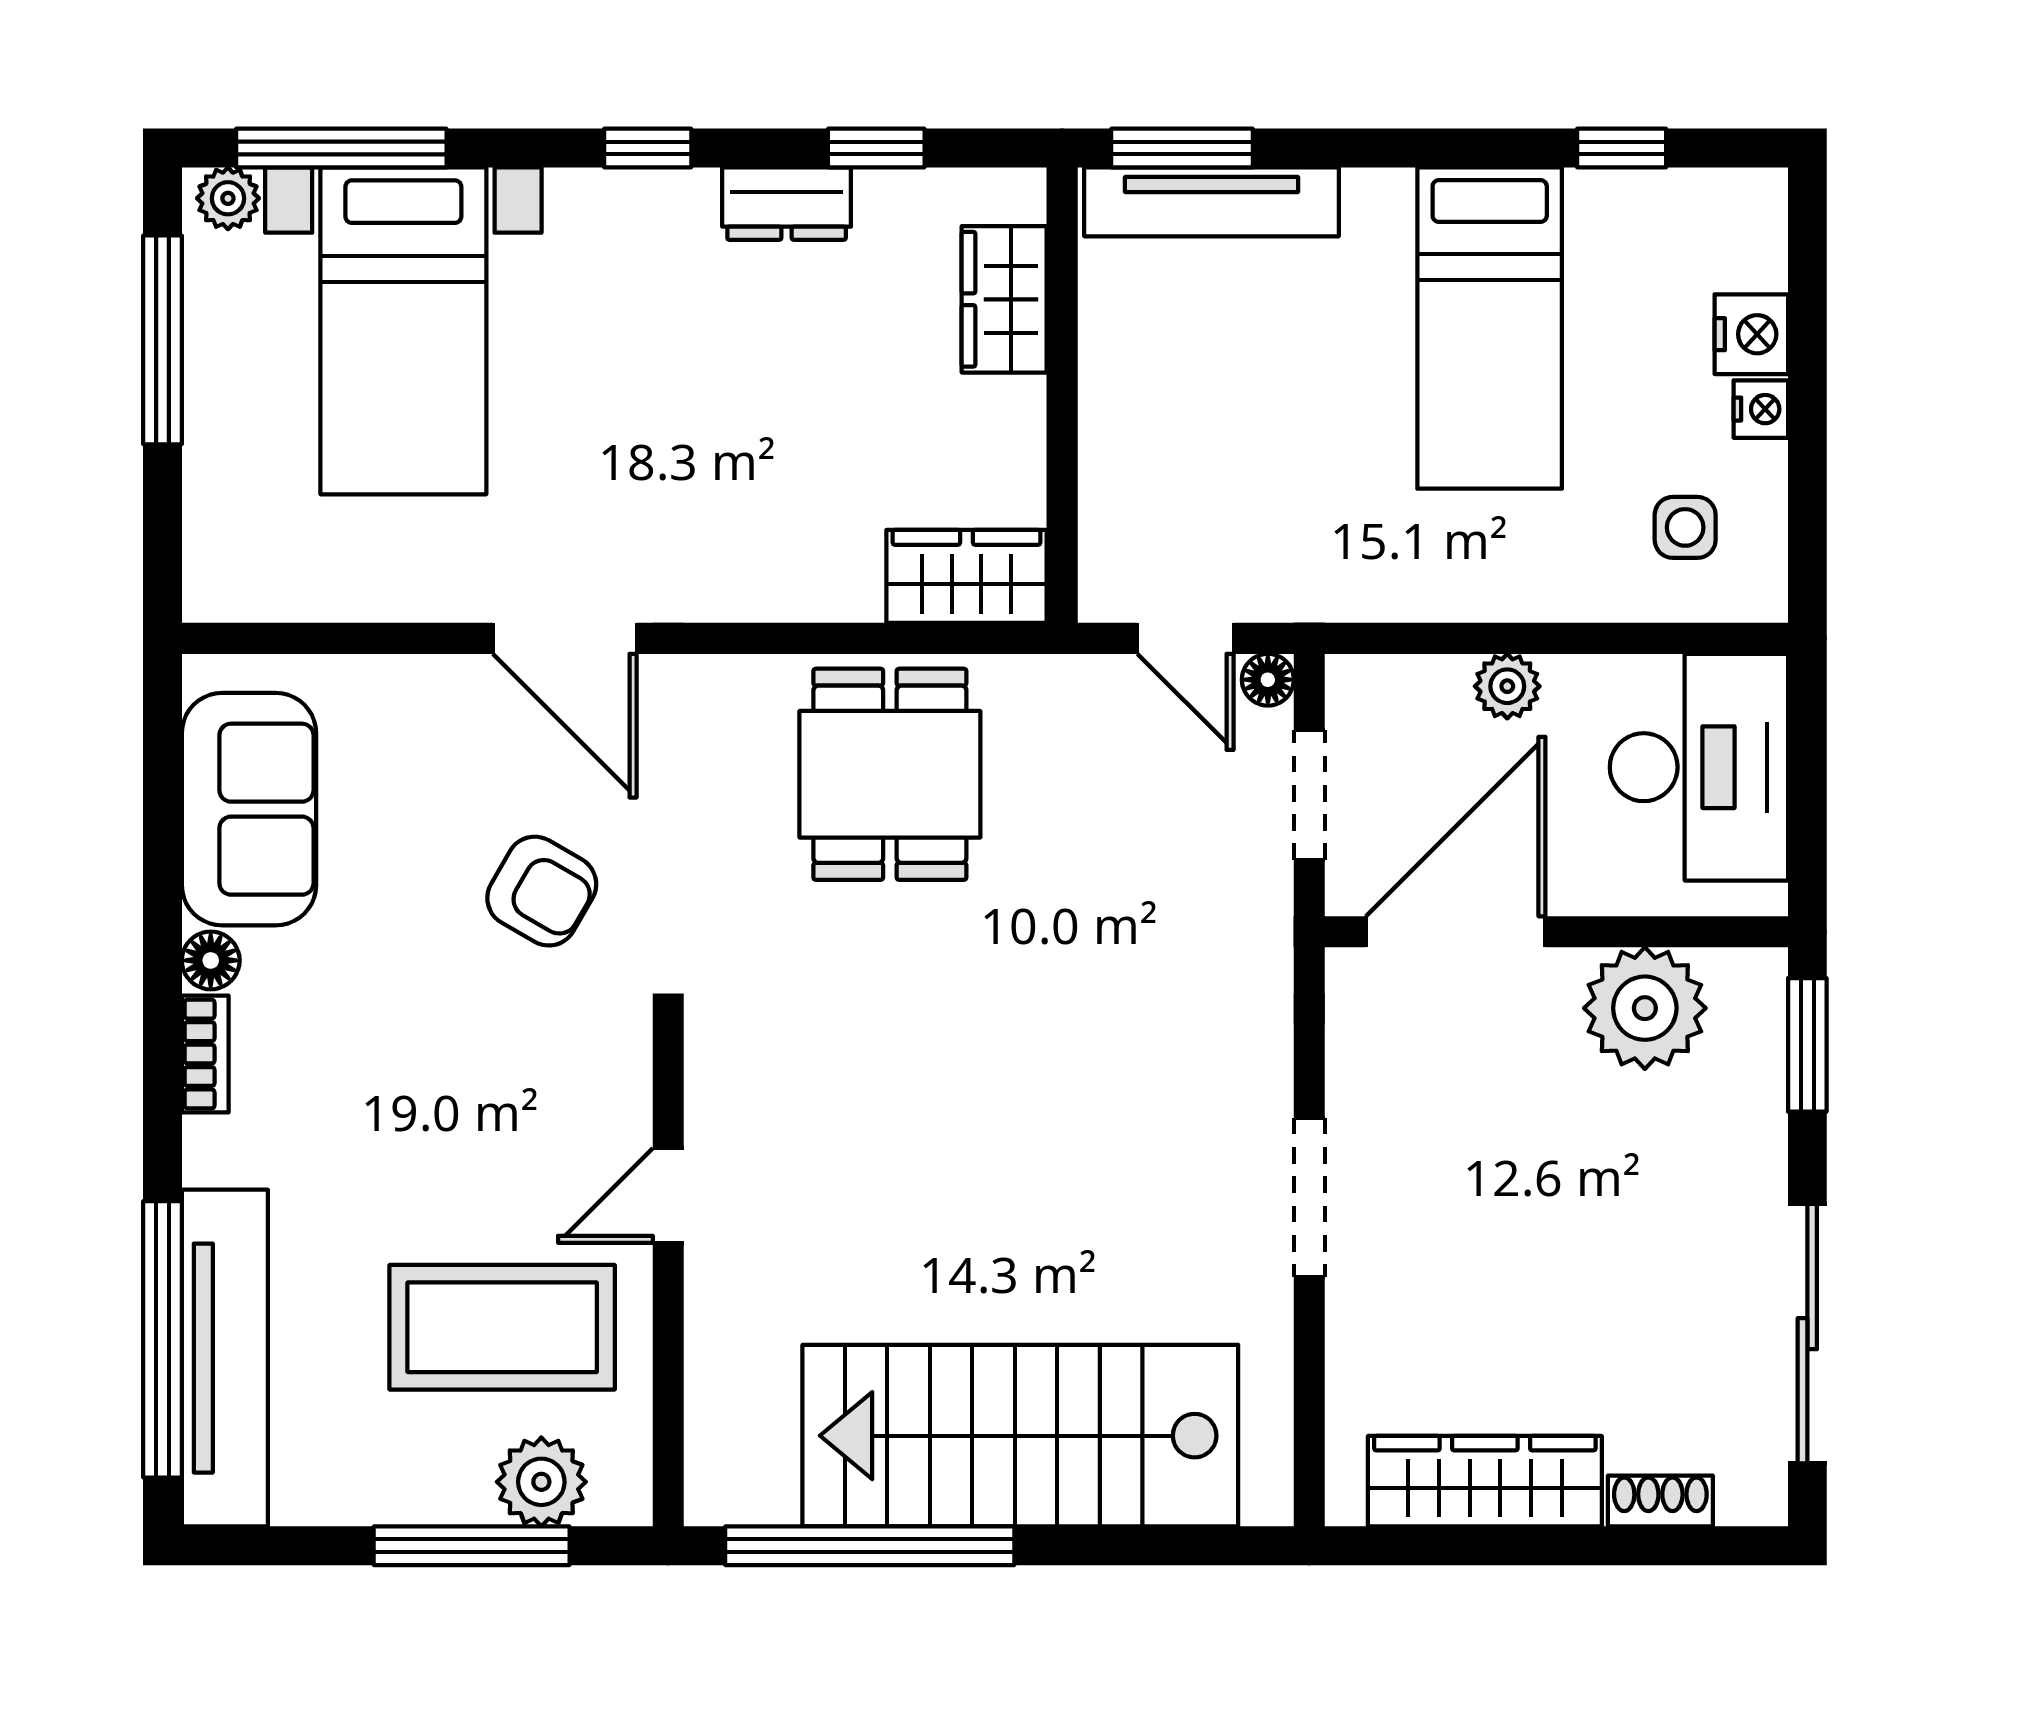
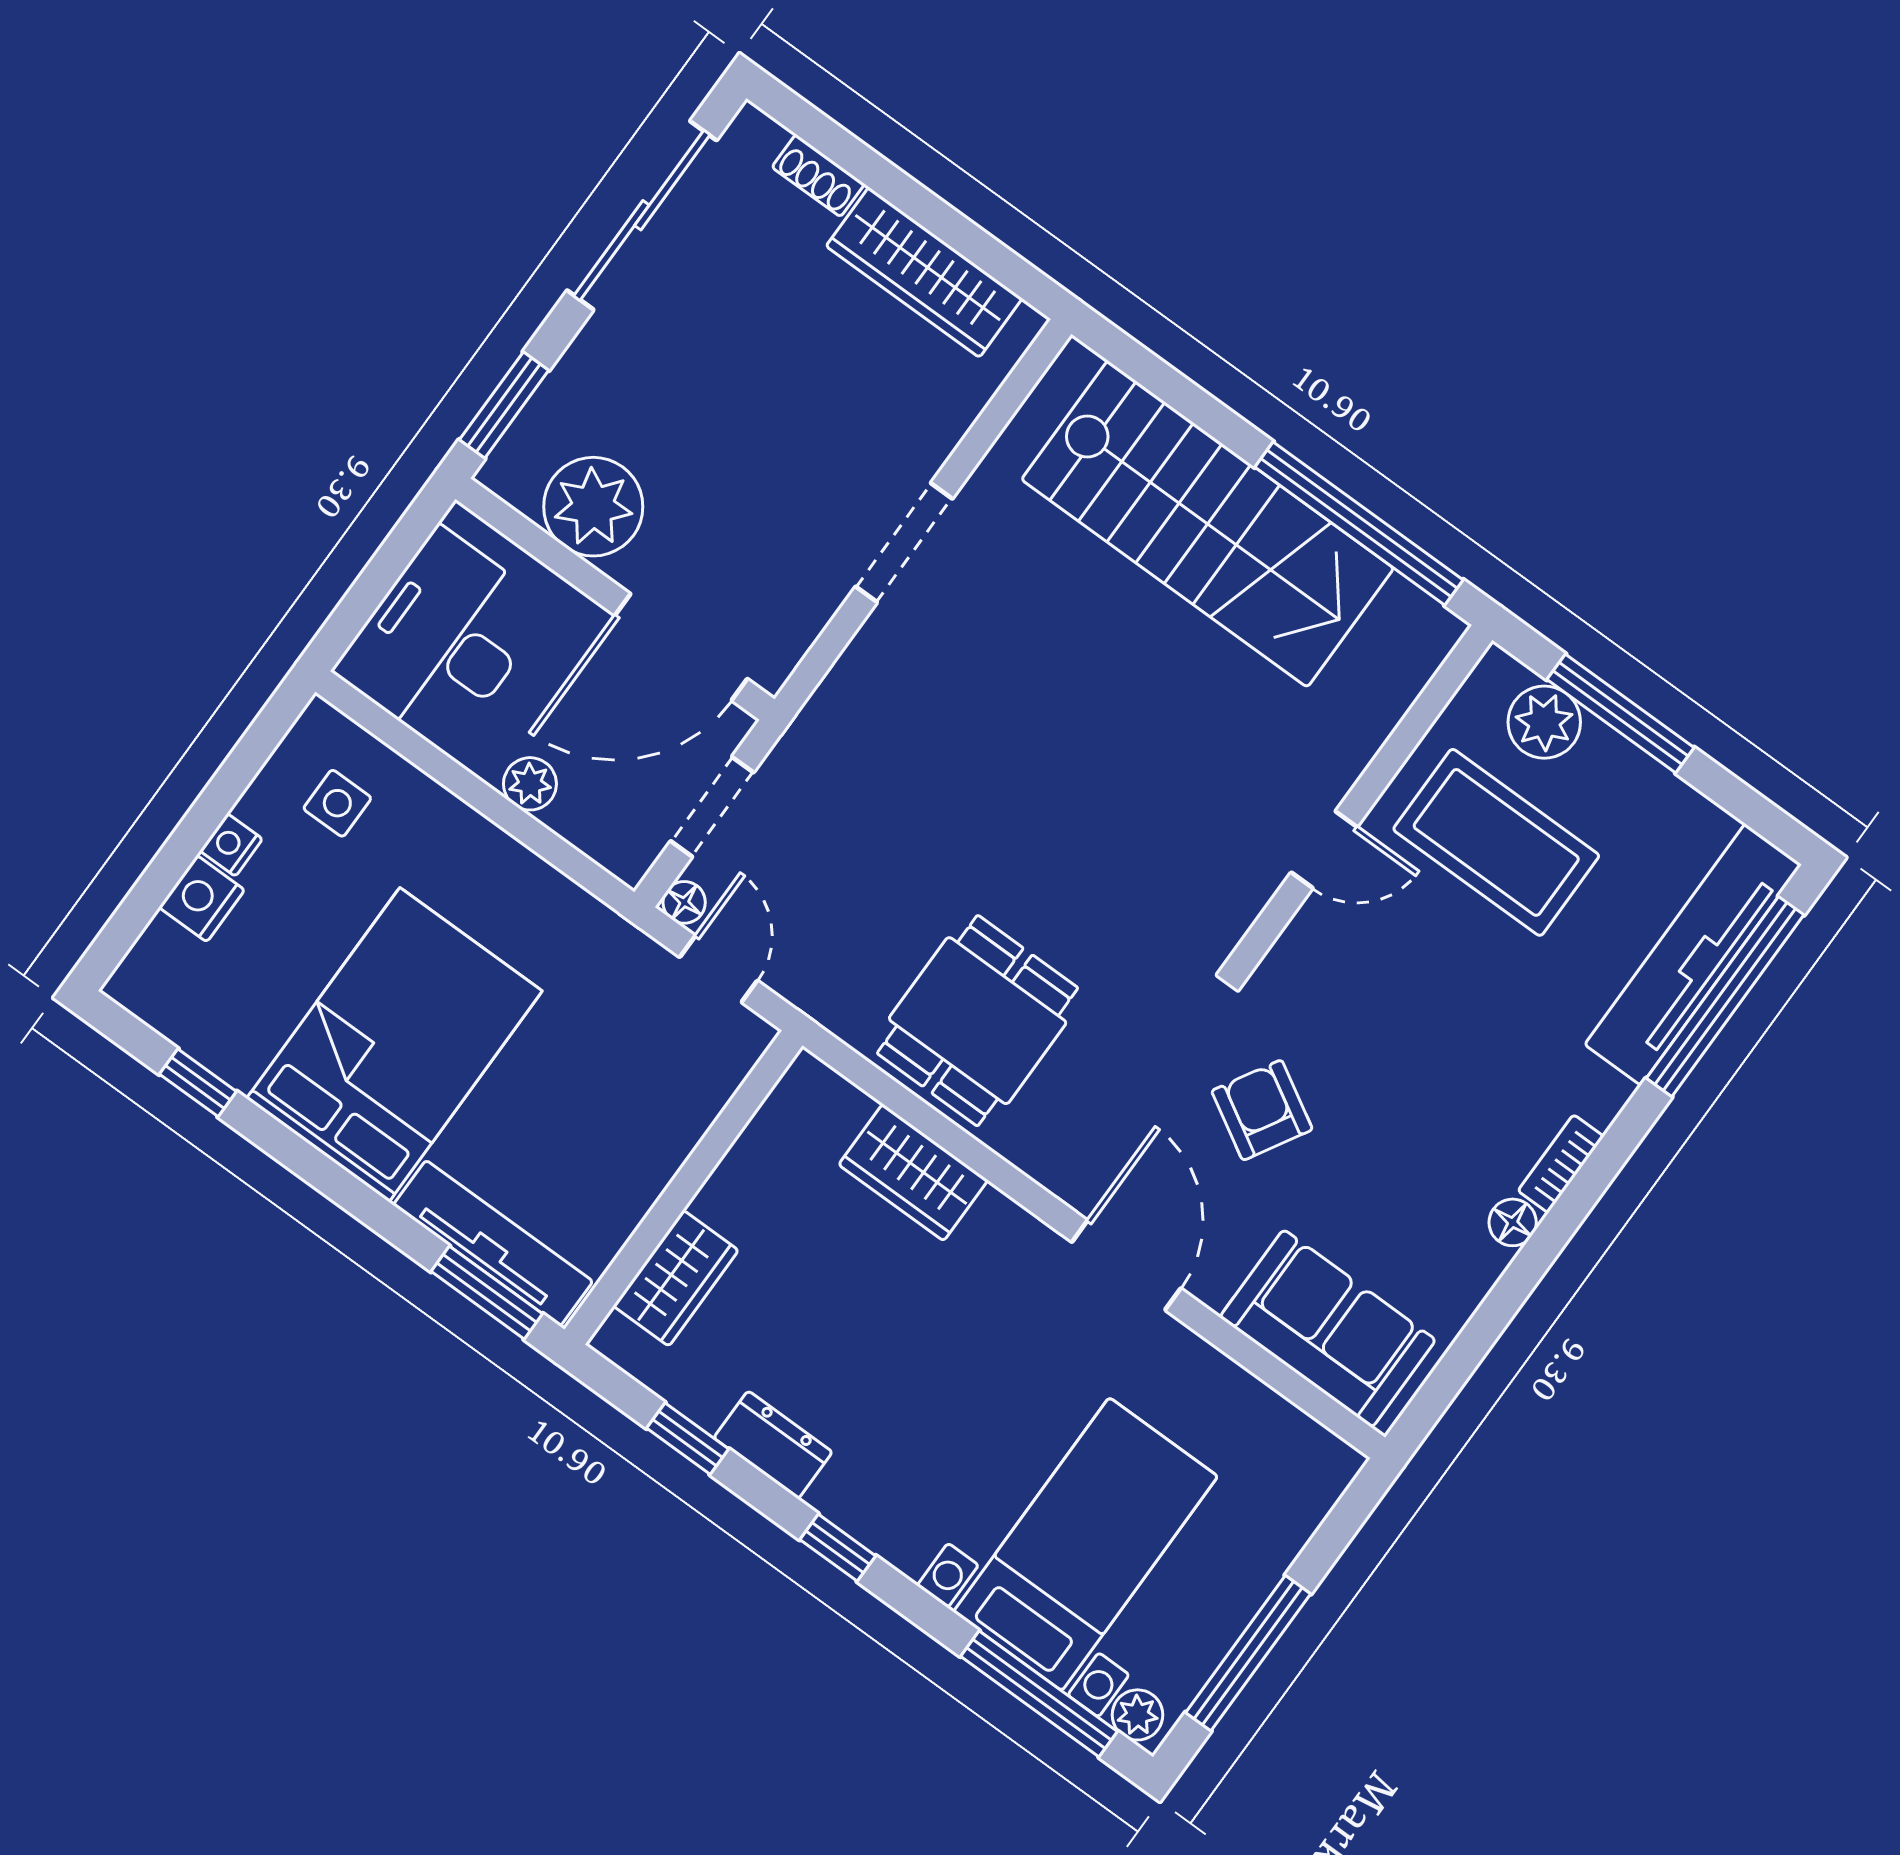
bed: (1490, 328) -> (394, 1045), width x1.50
wardrobe: (966, 576) -> (913, 1172), moved
sofa: (249, 809) -> (1328, 1328), moved, turned 90

